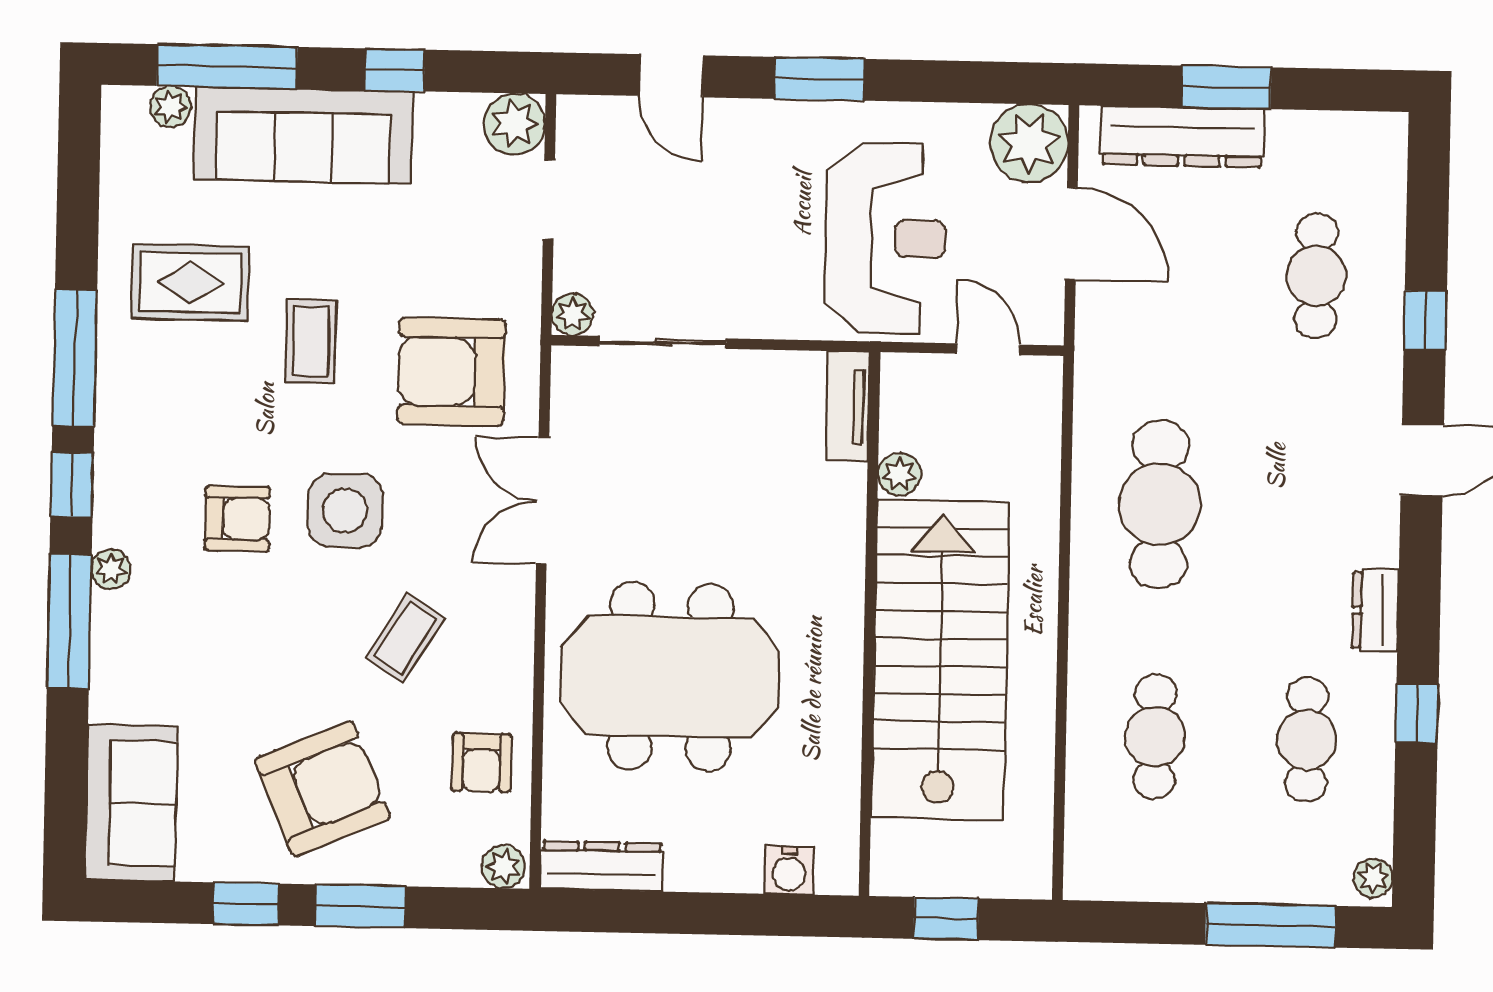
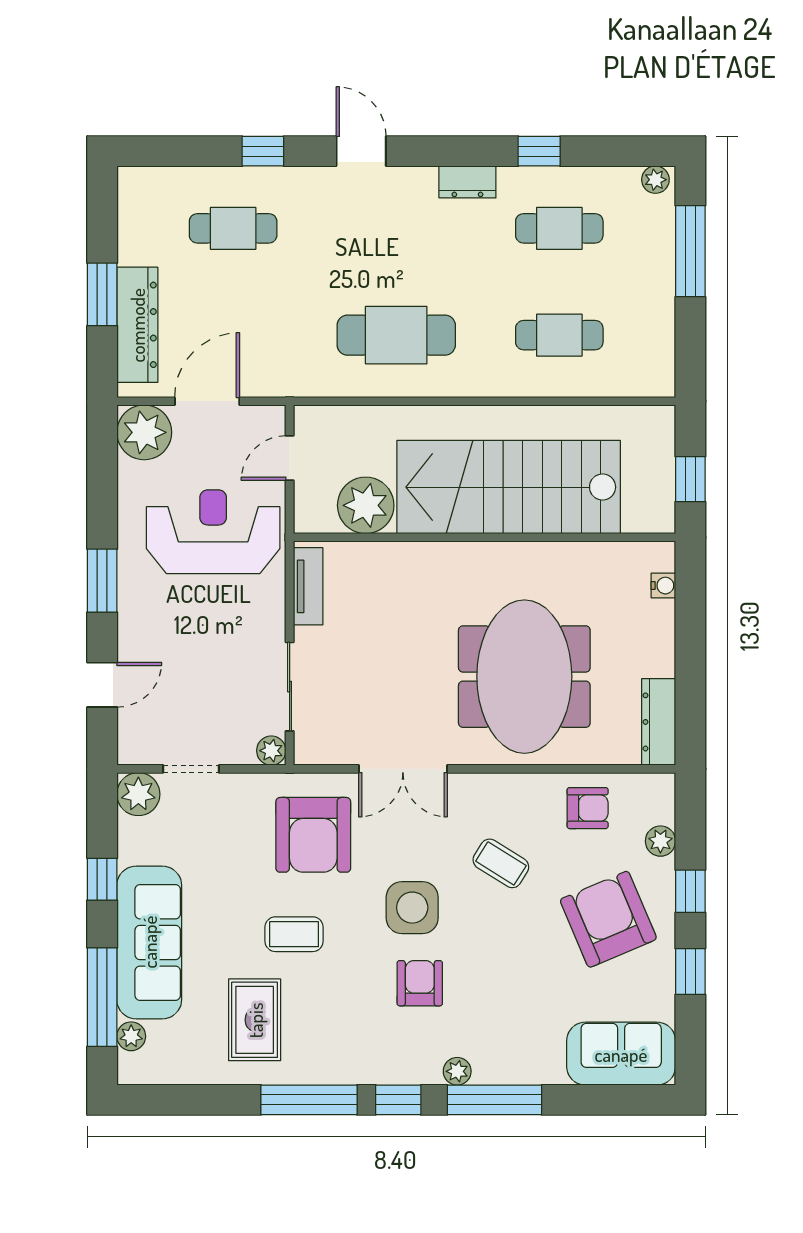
tv unit: (848, 406) -> (308, 586), moved, turned -90
plant: (899, 474) -> (366, 505), width x1.88, depth x1.88
plant: (503, 867) -> (660, 841), moved
water cooler: (789, 870) -> (663, 586), width x0.72, depth x0.72
window: (360, 906) -> (690, 891), width x0.67

